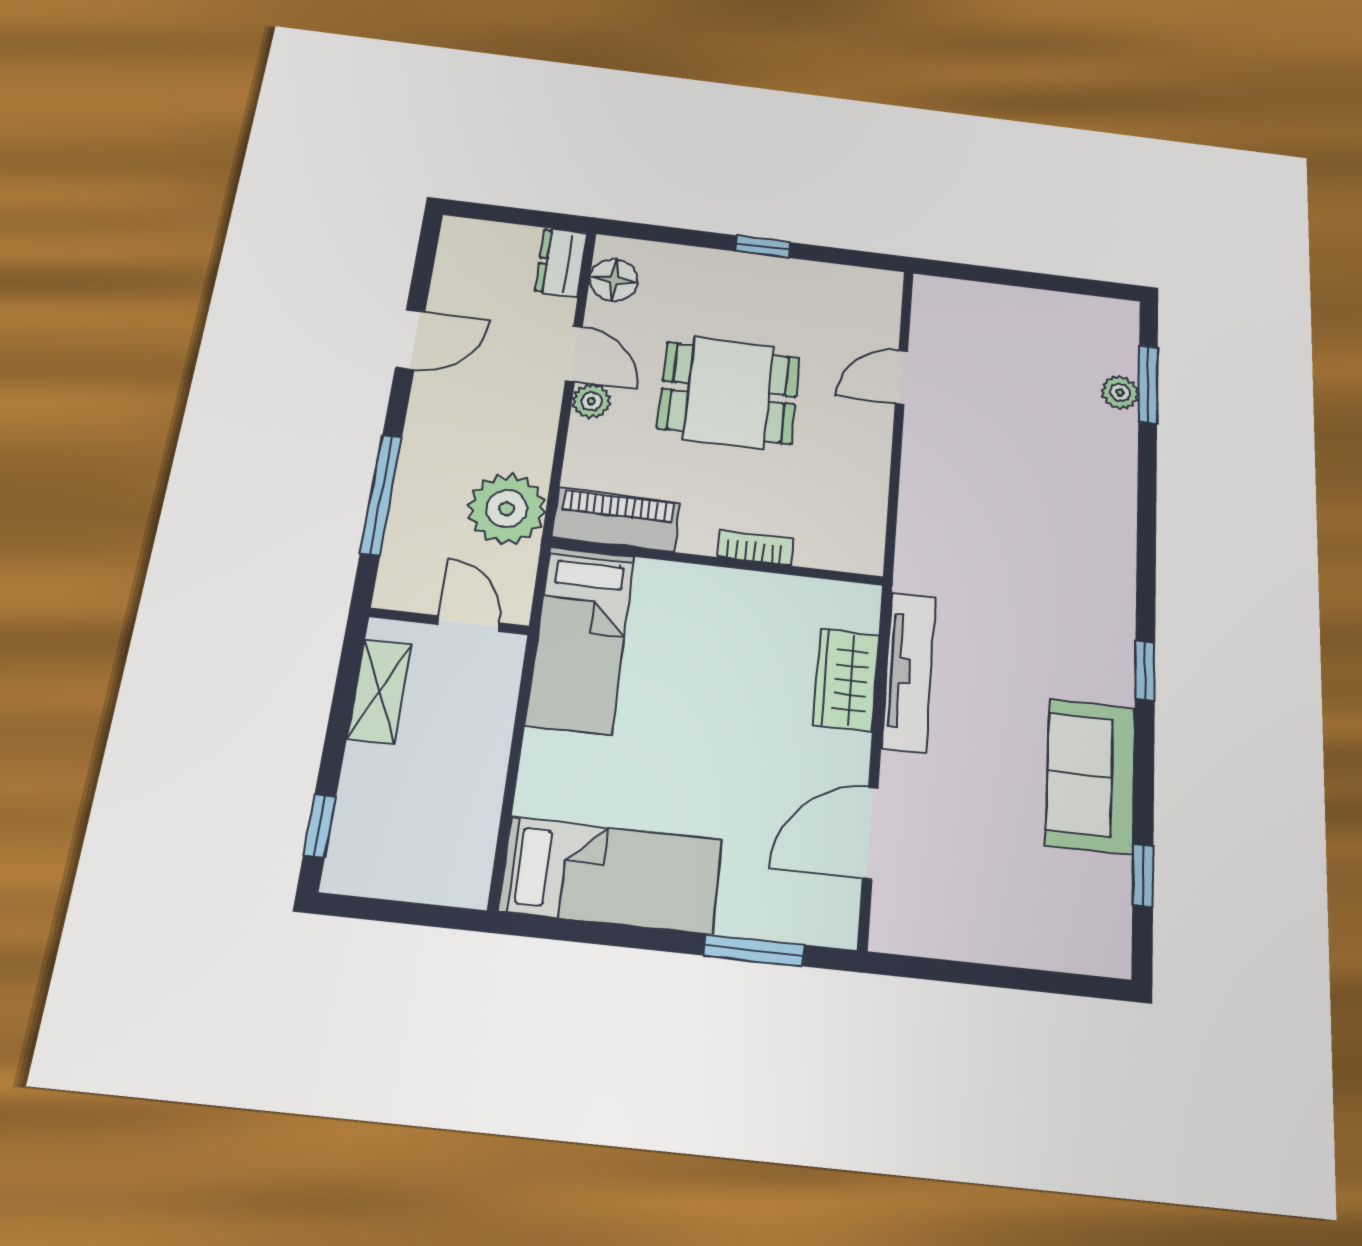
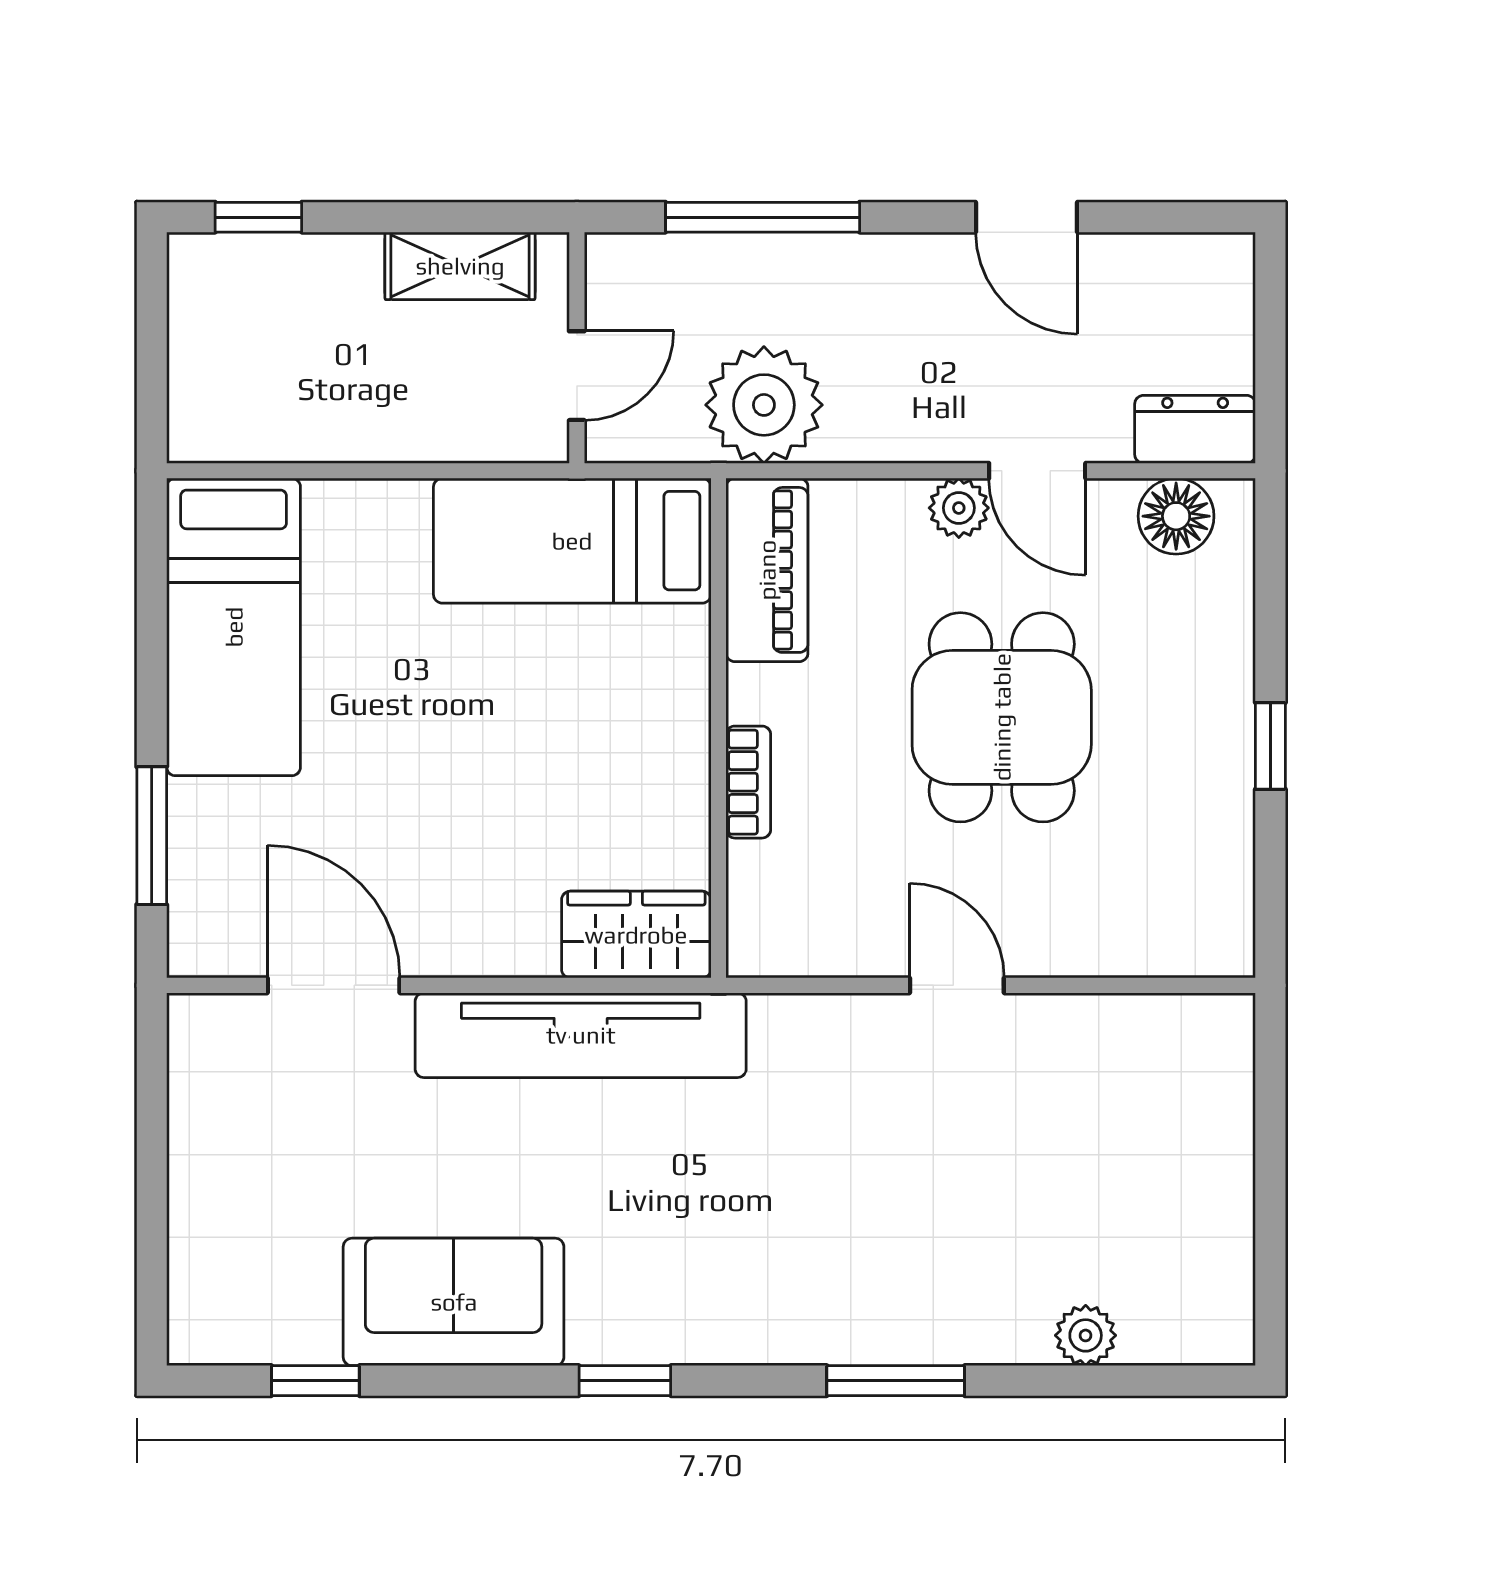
door: (574, 353) -> (1037, 471), hinge flipped
door: (902, 377) -> (957, 985), moved
window: (1148, 384) -> (896, 1381), moved
tv unit: (909, 672) -> (581, 1035), width x1.36, depth x1.29
wardrobe: (846, 680) -> (636, 935), moved

